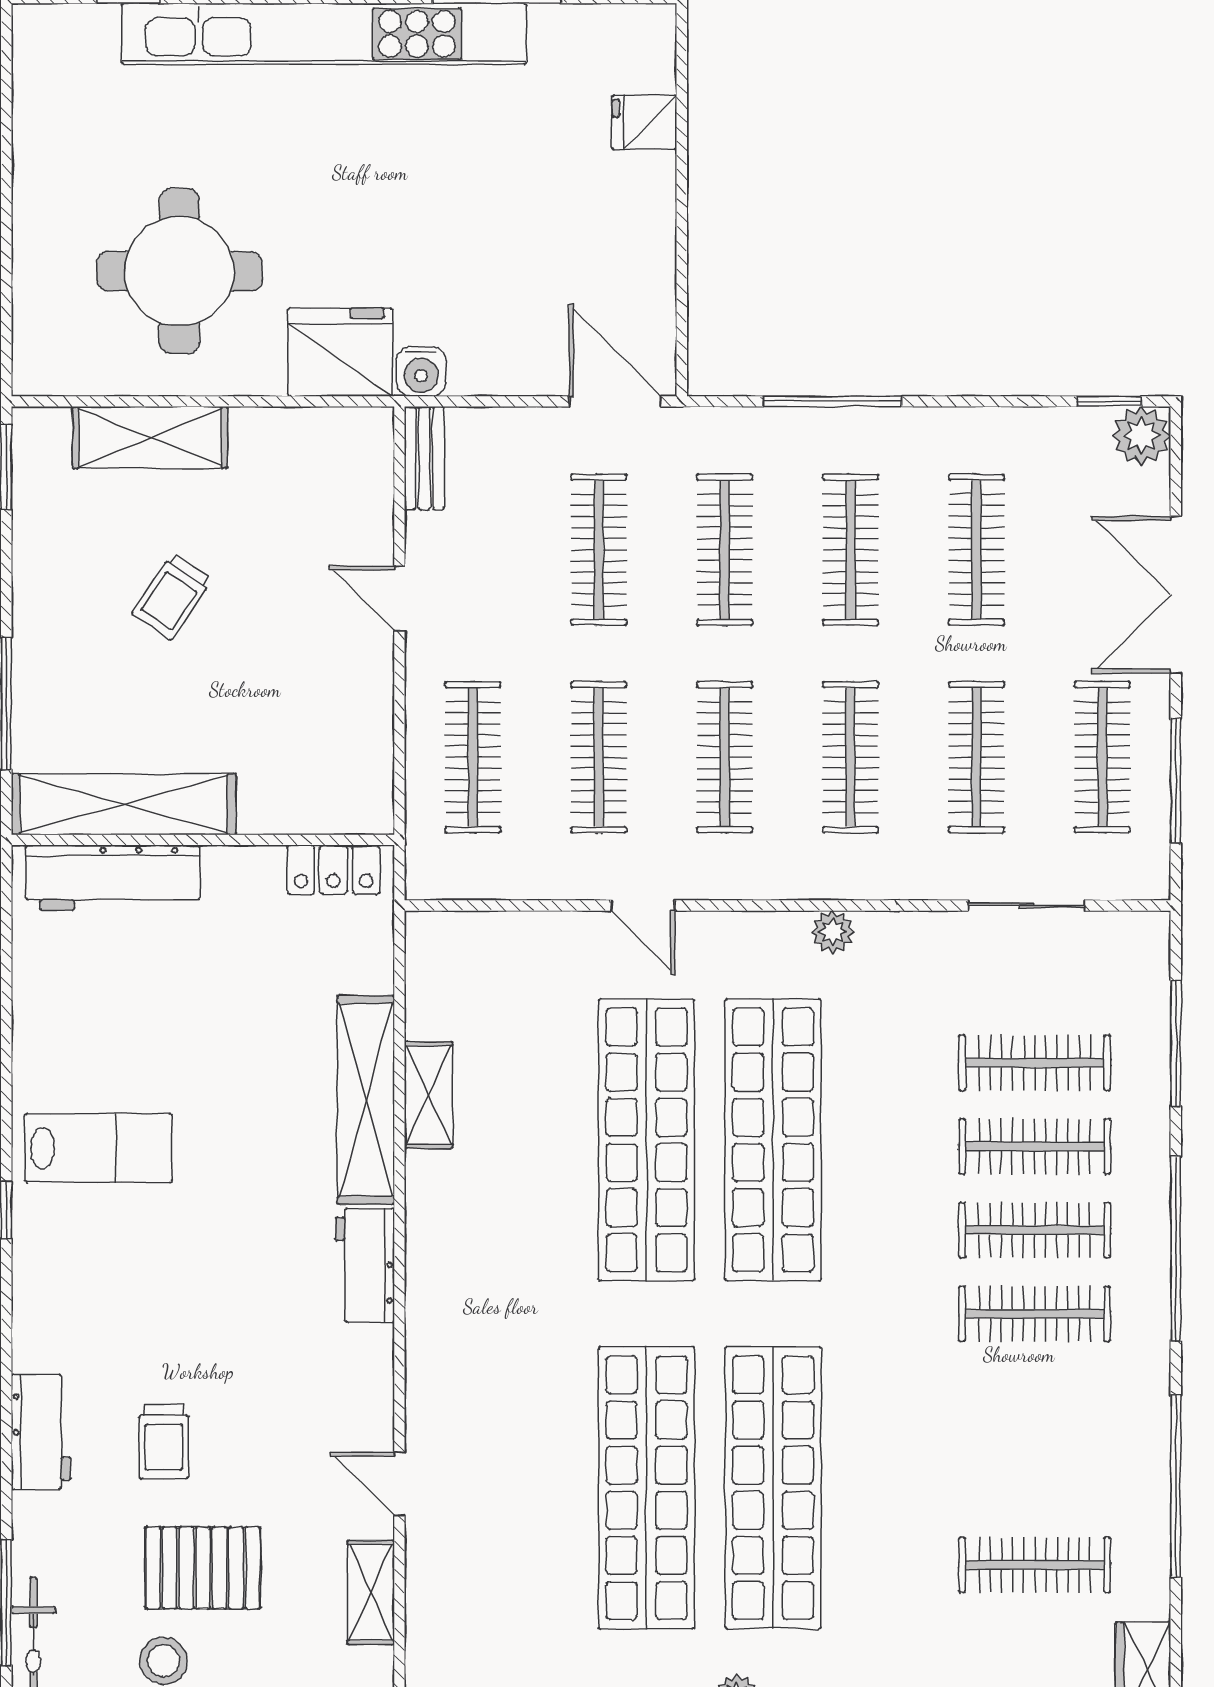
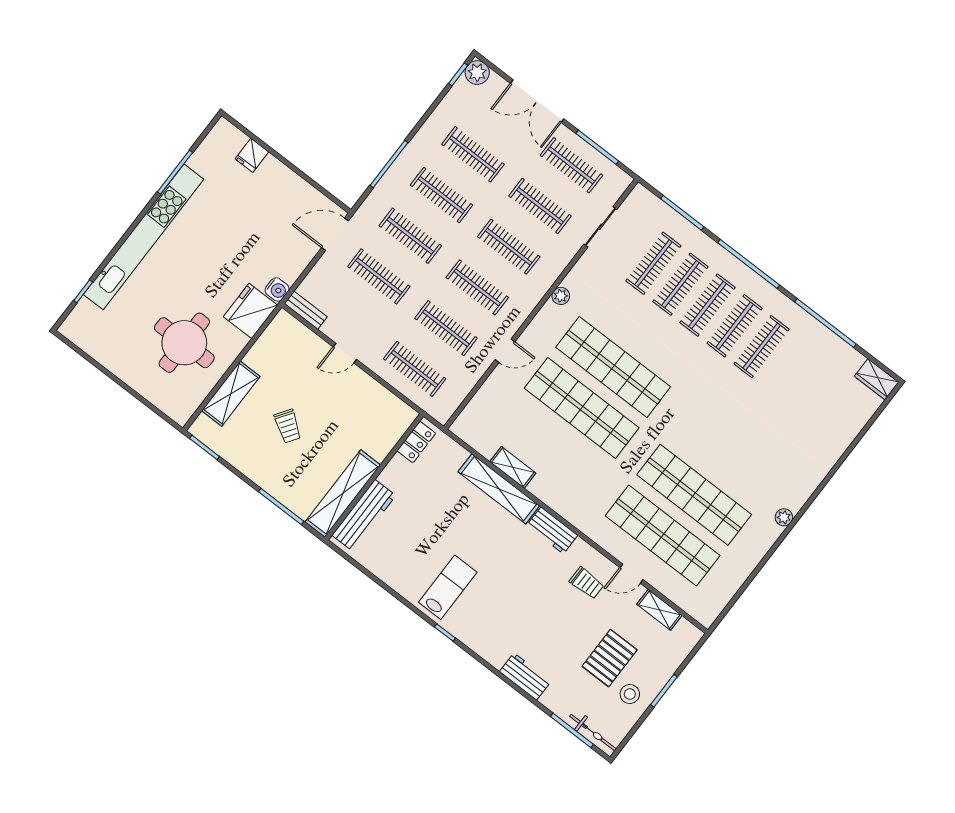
trolley: (164, 1442) -> (587, 583), moved
shop shelf: (773, 1488) -> (663, 536), moved
clothes rail: (1035, 1565) -> (762, 347), moved

